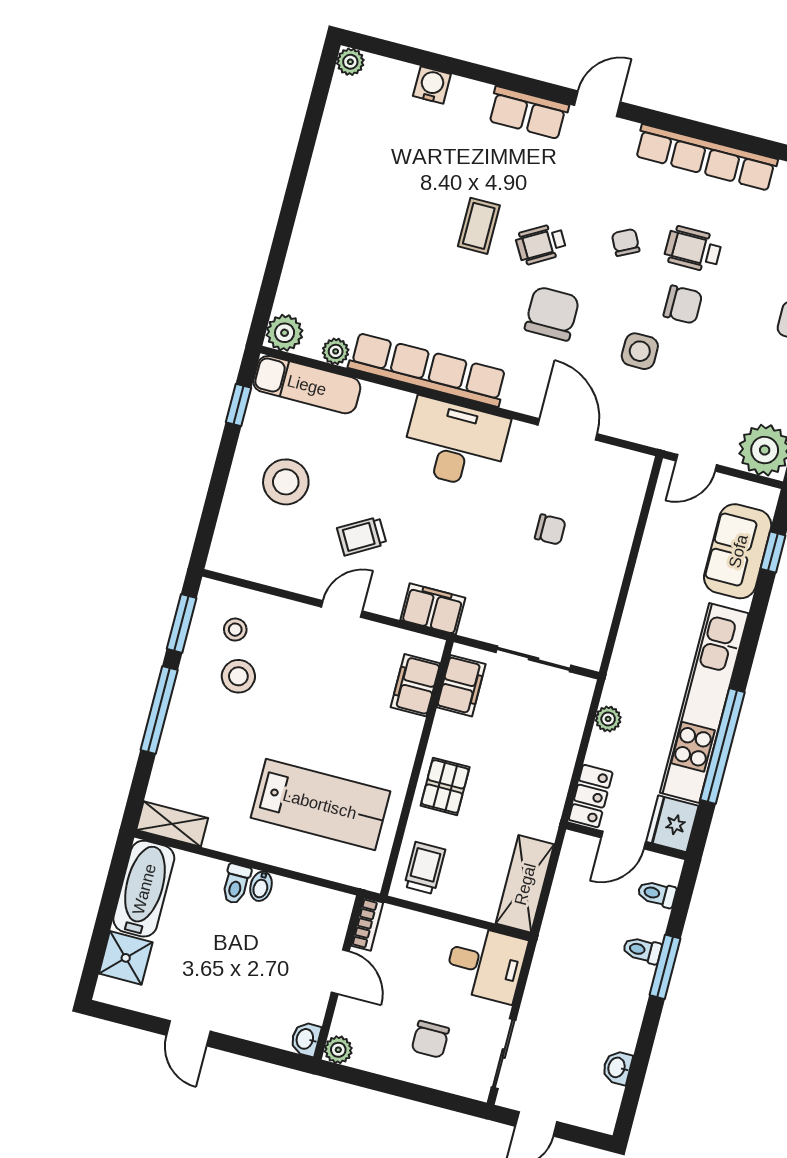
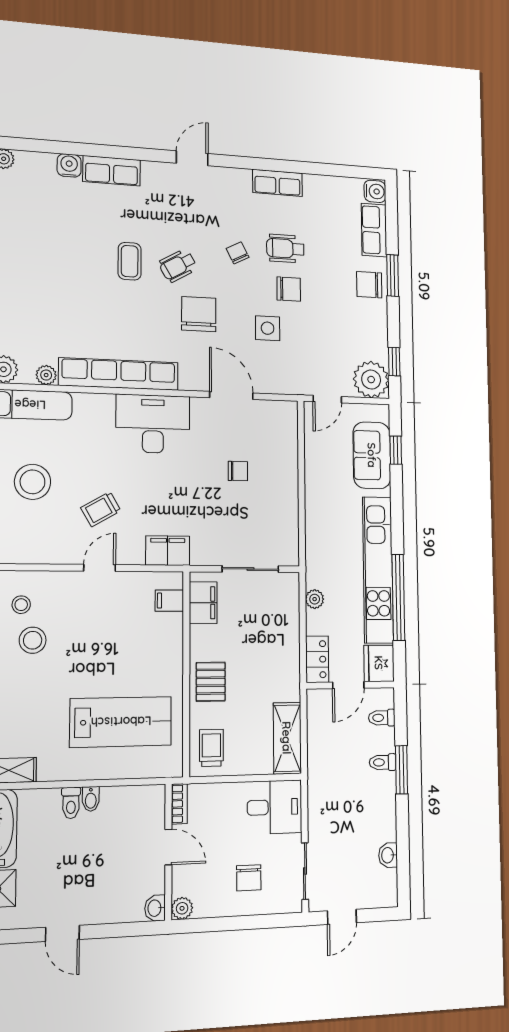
row of seats: (528, 113) -> (112, 171), moved
row of seats: (706, 158) -> (277, 183), width x0.50
filing cabinet: (415, 685) -> (169, 601), width x0.50

